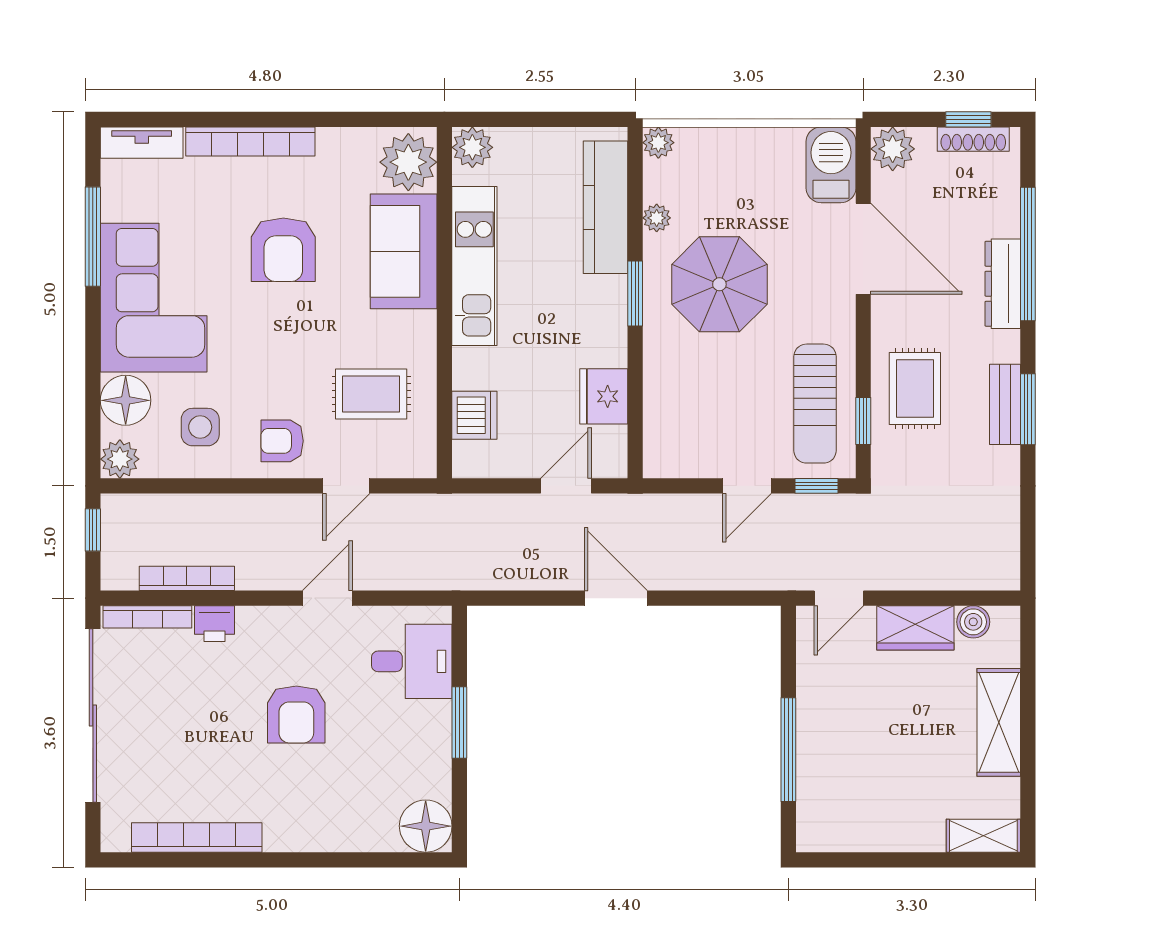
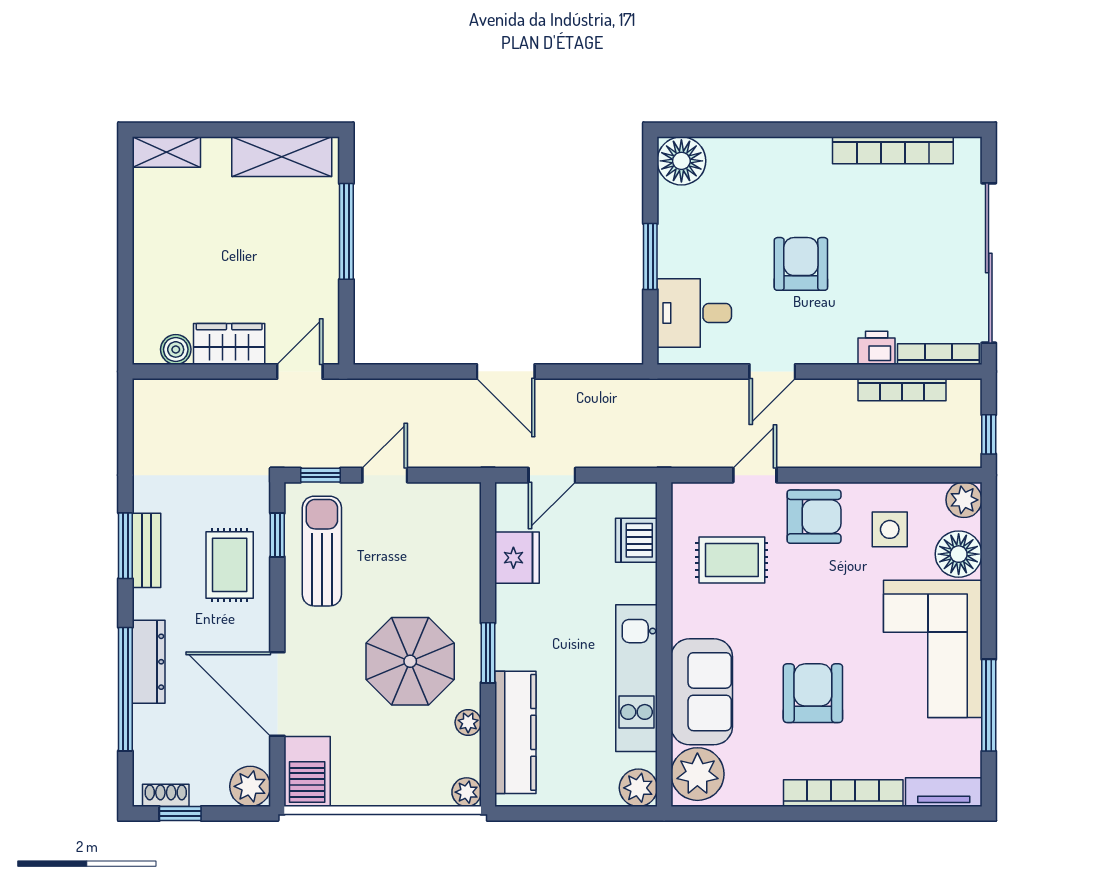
shoe rack: (973, 139) -> (166, 795), width x0.70
armchair: (282, 441) -> (814, 517), width x1.38, depth x1.38
shelving: (999, 722) -> (282, 157), moved, turned 90

